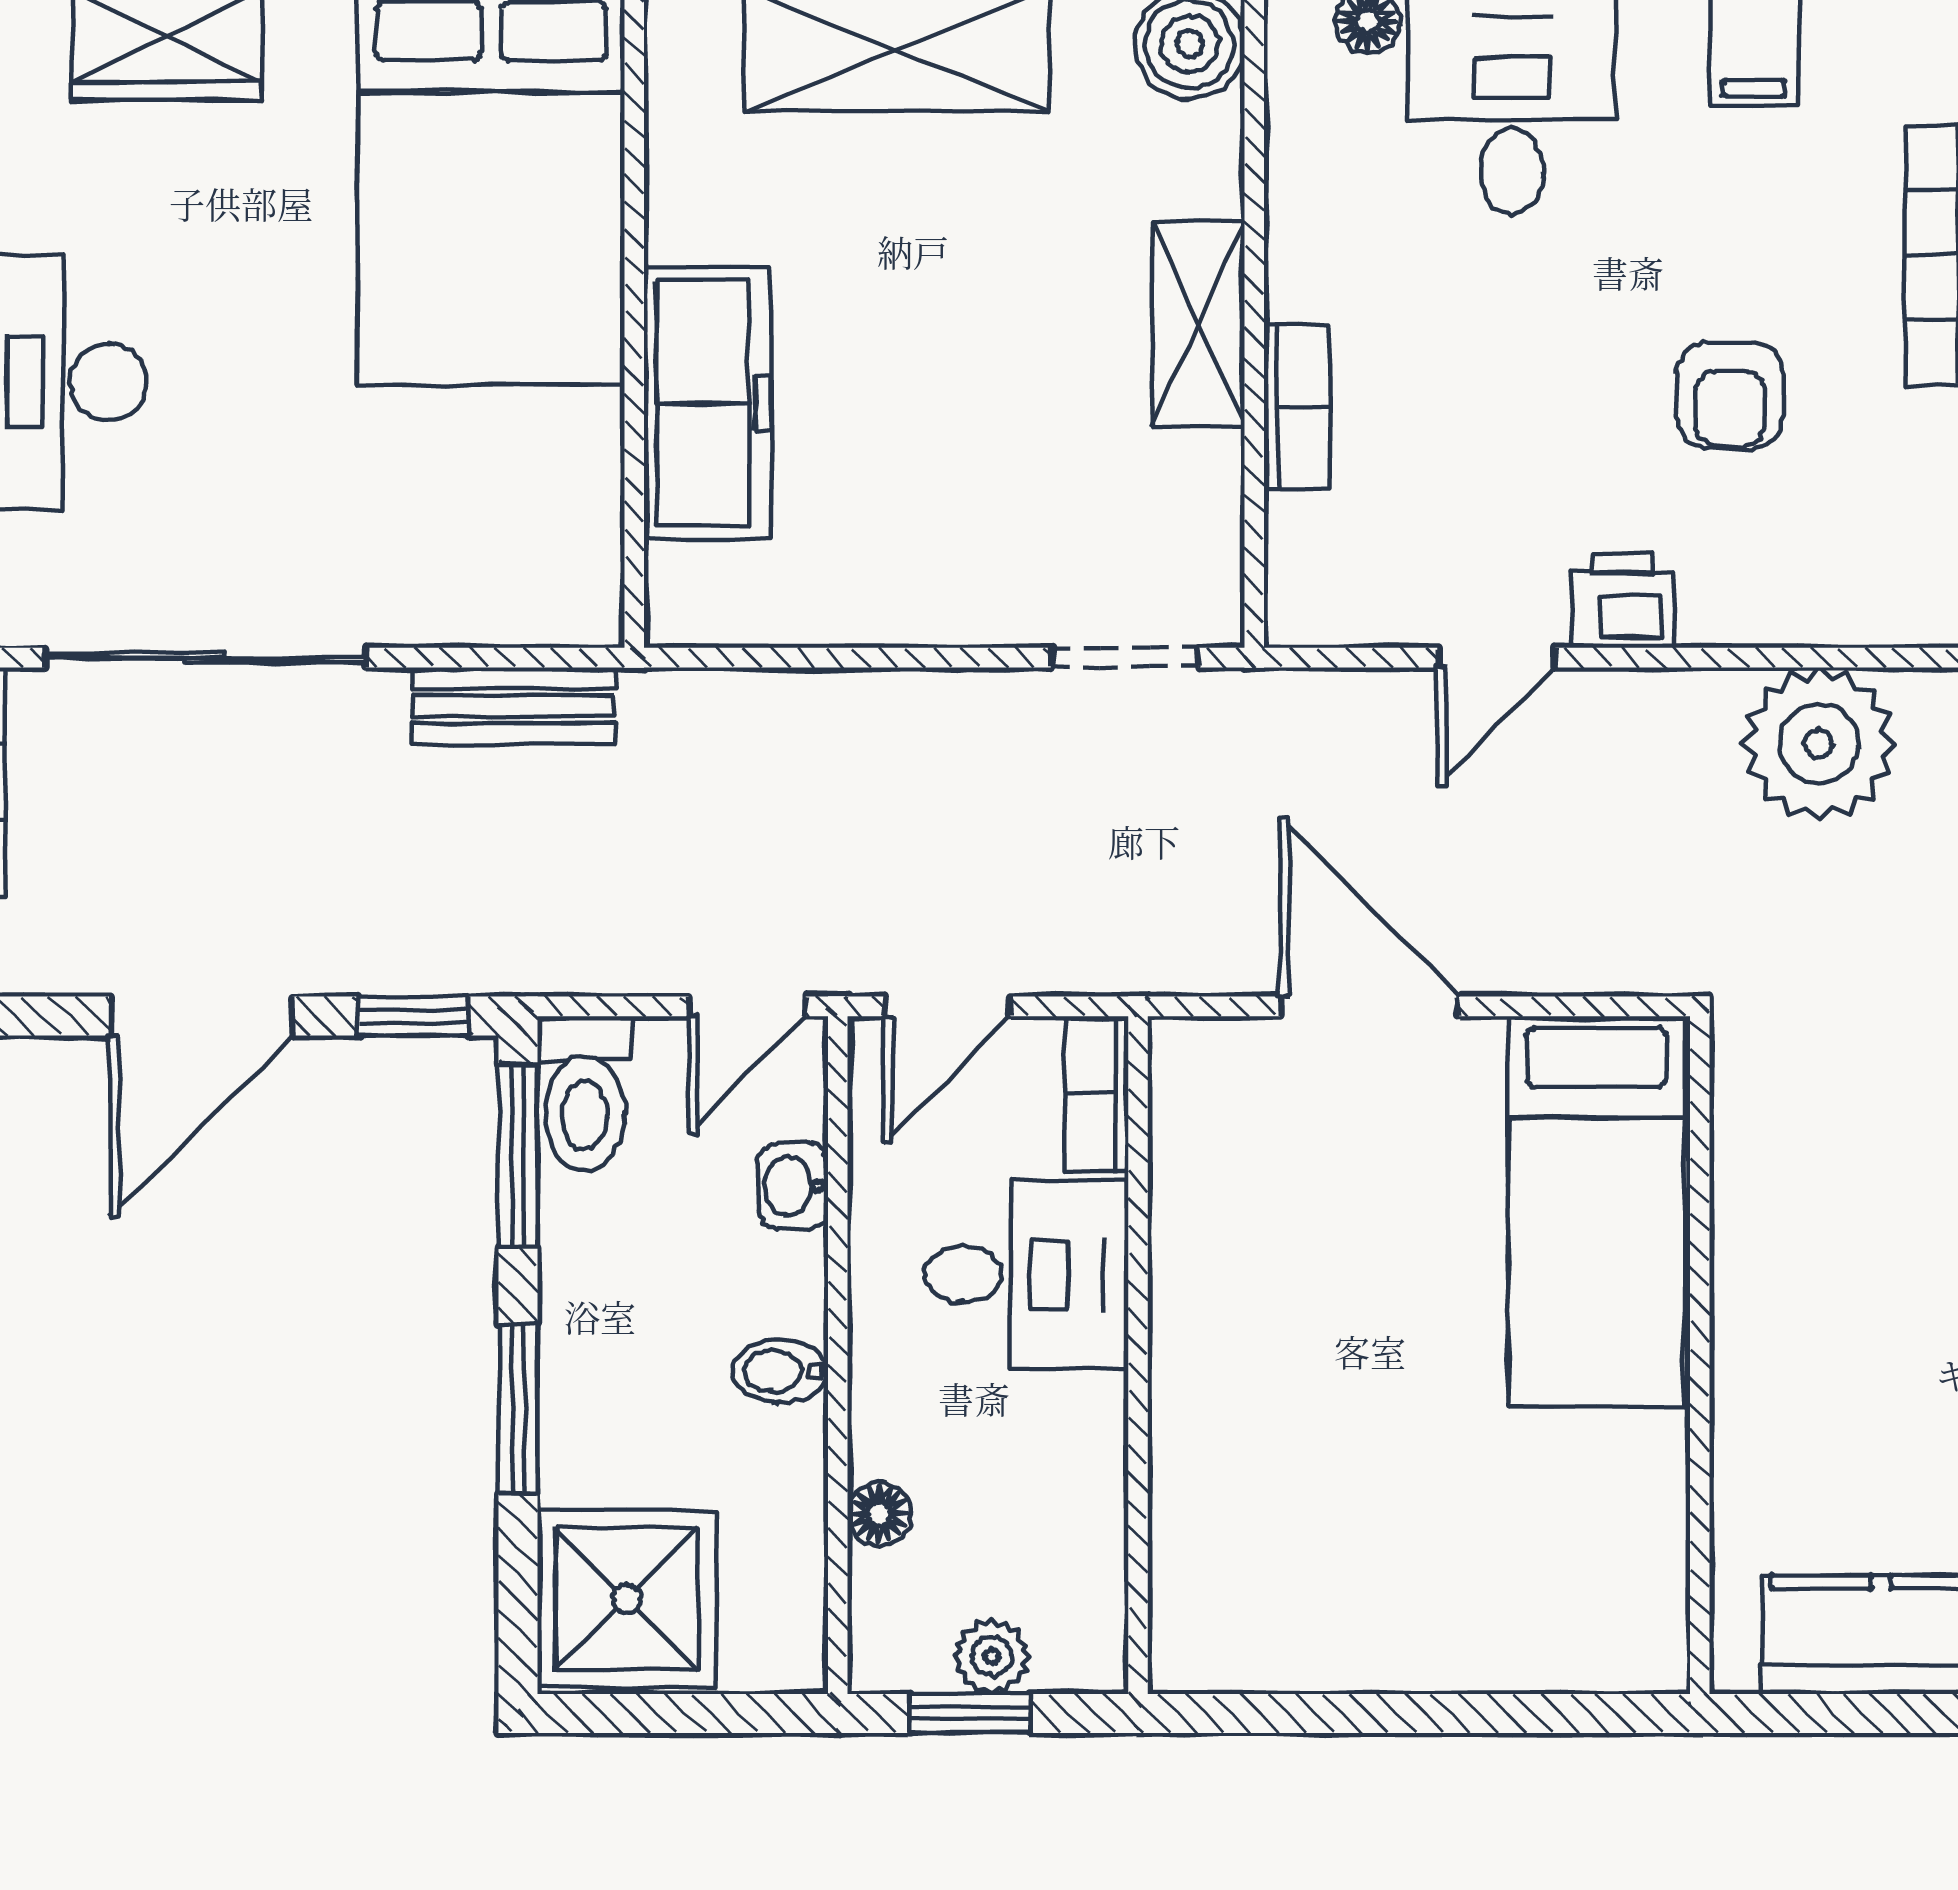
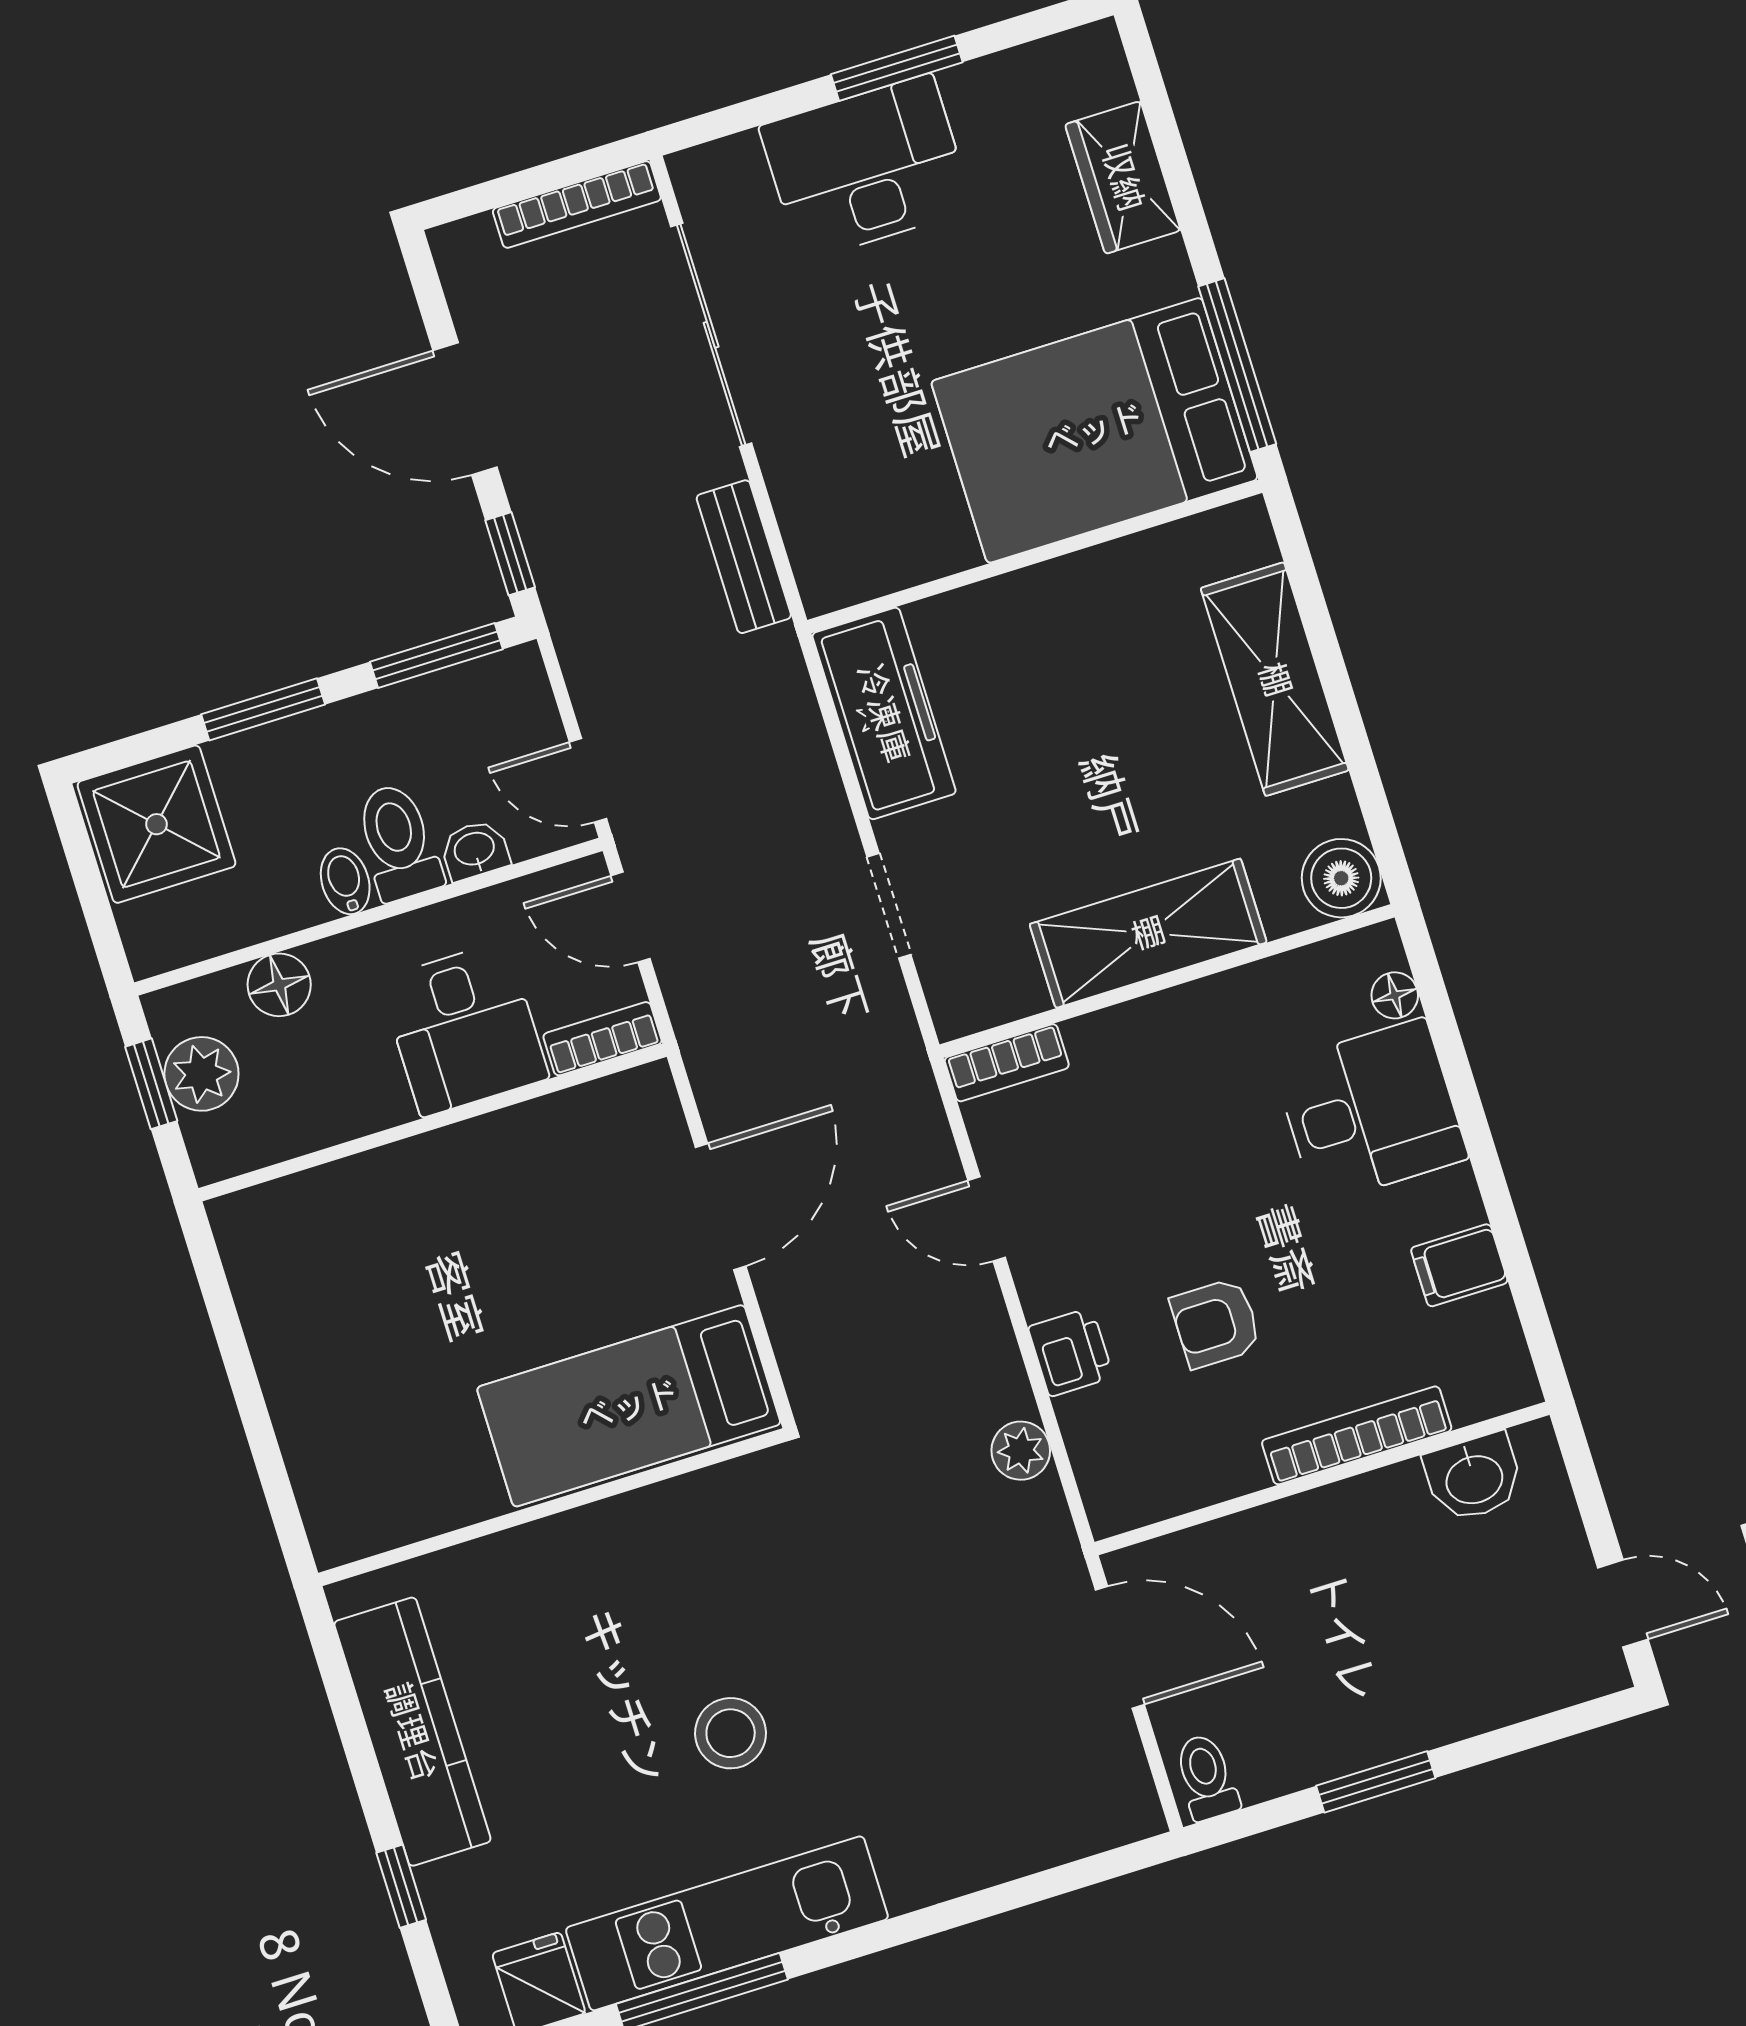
shelving: (1198, 324) -> (1148, 933), width x1.50, depth x1.33
freezer: (707, 403) -> (884, 713), moved, turned -90
bookcase: (1297, 407) -> (1007, 1063), moved
printer: (1622, 601) -> (1071, 1352), moved
doorway: (1125, 658) -> (889, 906), moved
plant: (1819, 744) -> (1021, 1451), width x0.53, depth x0.53
toilet: (585, 1094) -> (398, 842), moved, turned 90
floor lamp: (879, 1514) -> (279, 985), width x1.37, depth x1.37
plant: (992, 1657) -> (201, 1074), width x1.38, depth x1.38

